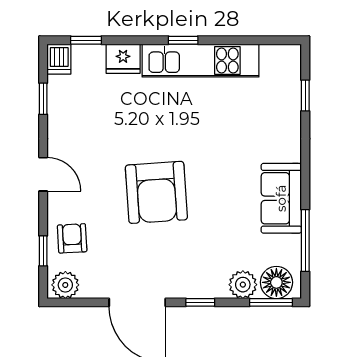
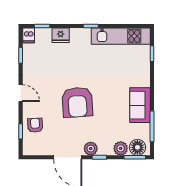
kitchen unit: (200, 61) -> (121, 36), moved
plant: (65, 285) -> (91, 149), moved

